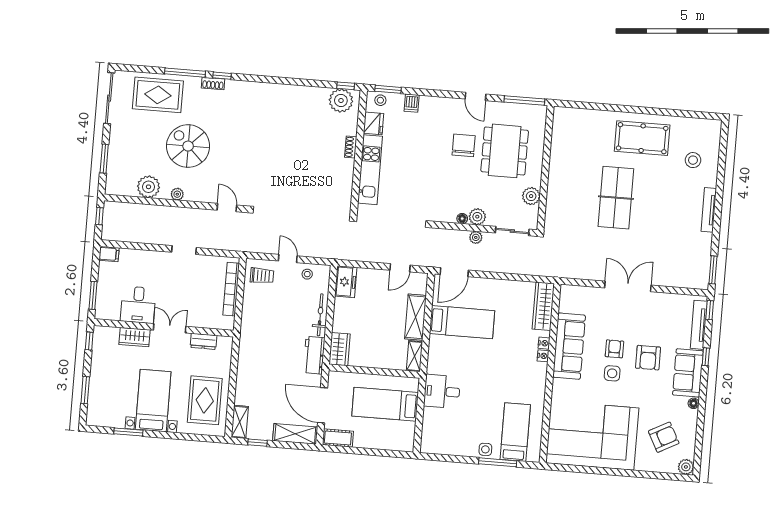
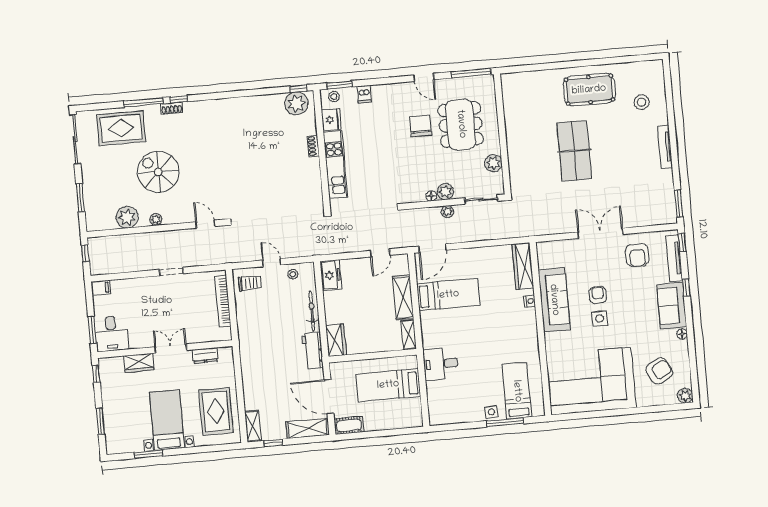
desk: (138, 305) -> (111, 334), moved
nightstand: (543, 356) -> (531, 313), removed
armchair: (648, 358) -> (637, 255), moved

